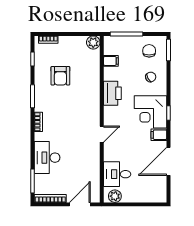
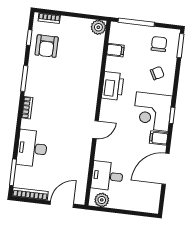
armchair: (60, 76) -> (47, 46), moved

